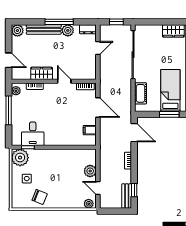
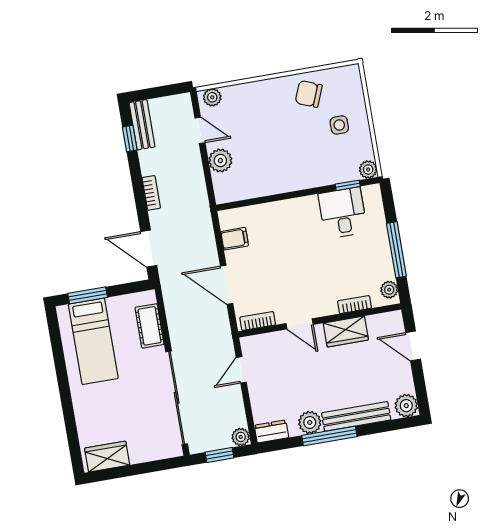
plant: (104, 29) -> (241, 437), added
door: (98, 48) -> (241, 370), moved
plant: (20, 158) -> (368, 169), width x0.53, depth x0.53

